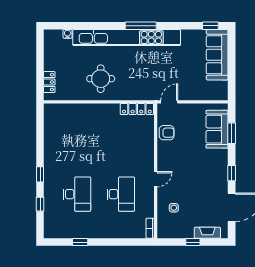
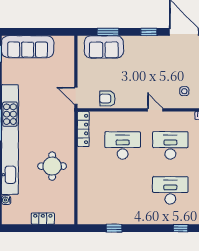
locker: (49, 82) -> (43, 219), moved
armchair: (167, 133) -> (107, 99), turned -90
desk: (121, 148) -> (123, 145), added
window: (40, 174) -> (114, 228), moved

